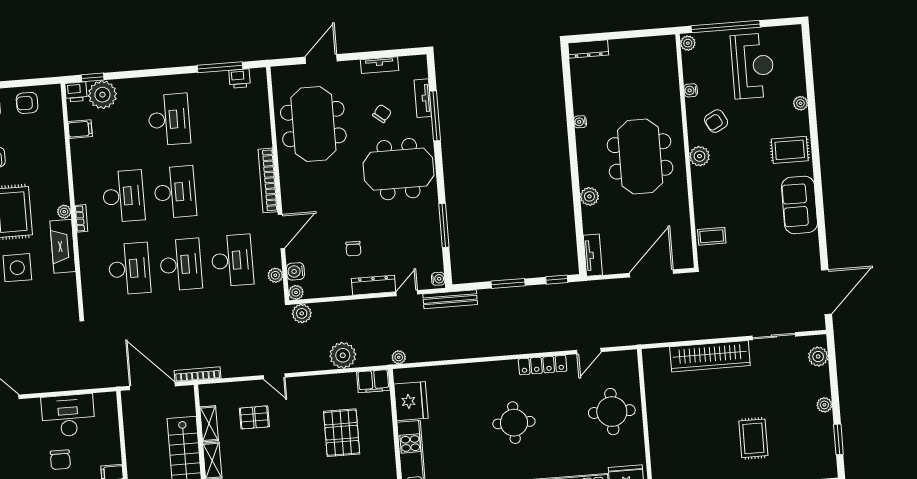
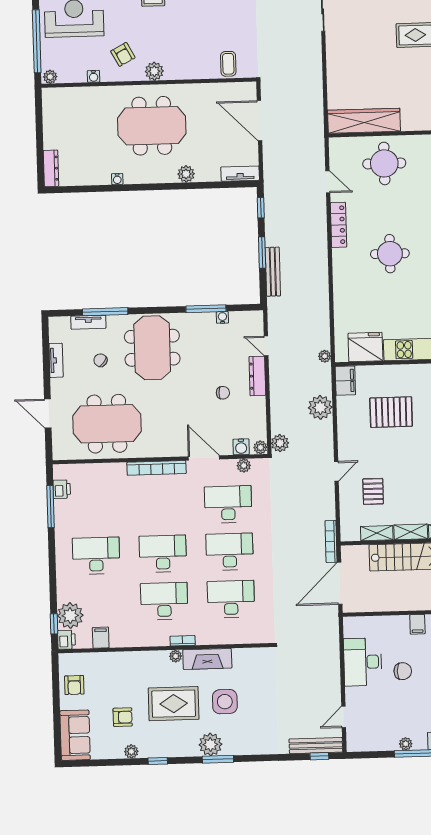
water cooler: (438, 279) -> (222, 317), moved
bench: (450, 299) -> (273, 272), moved
wardrobe: (710, 356) -> (364, 121), moved, turned -90

